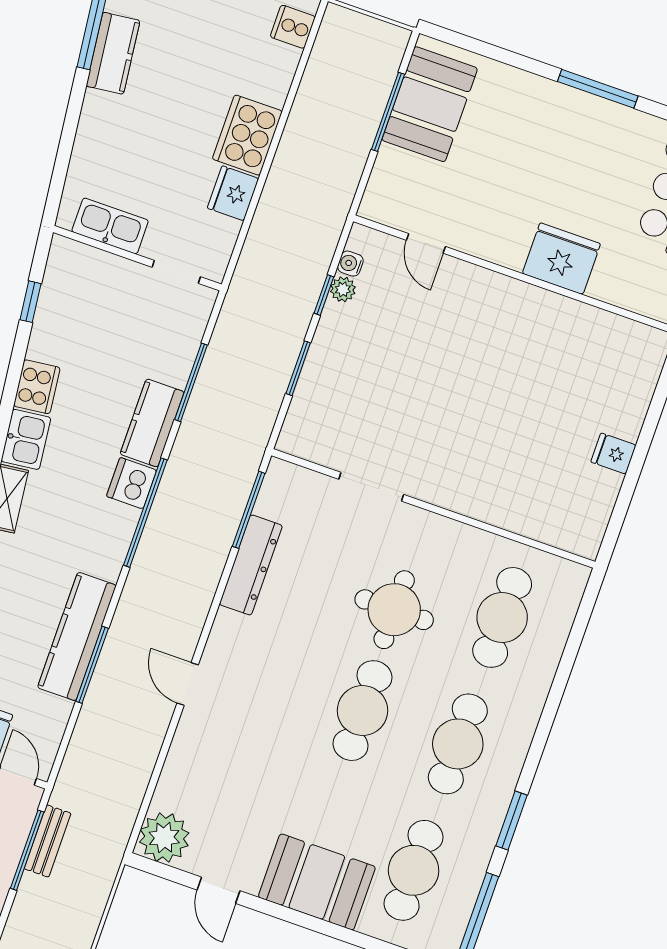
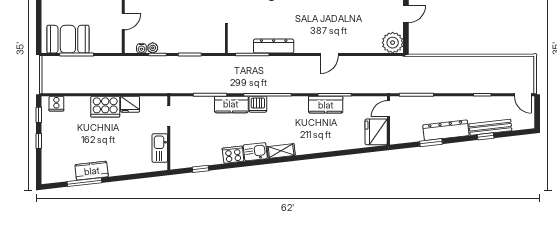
kitchen counter: (77, 636) -> (326, 105), width x0.67
bench: (48, 841) -> (410, 88), removed

